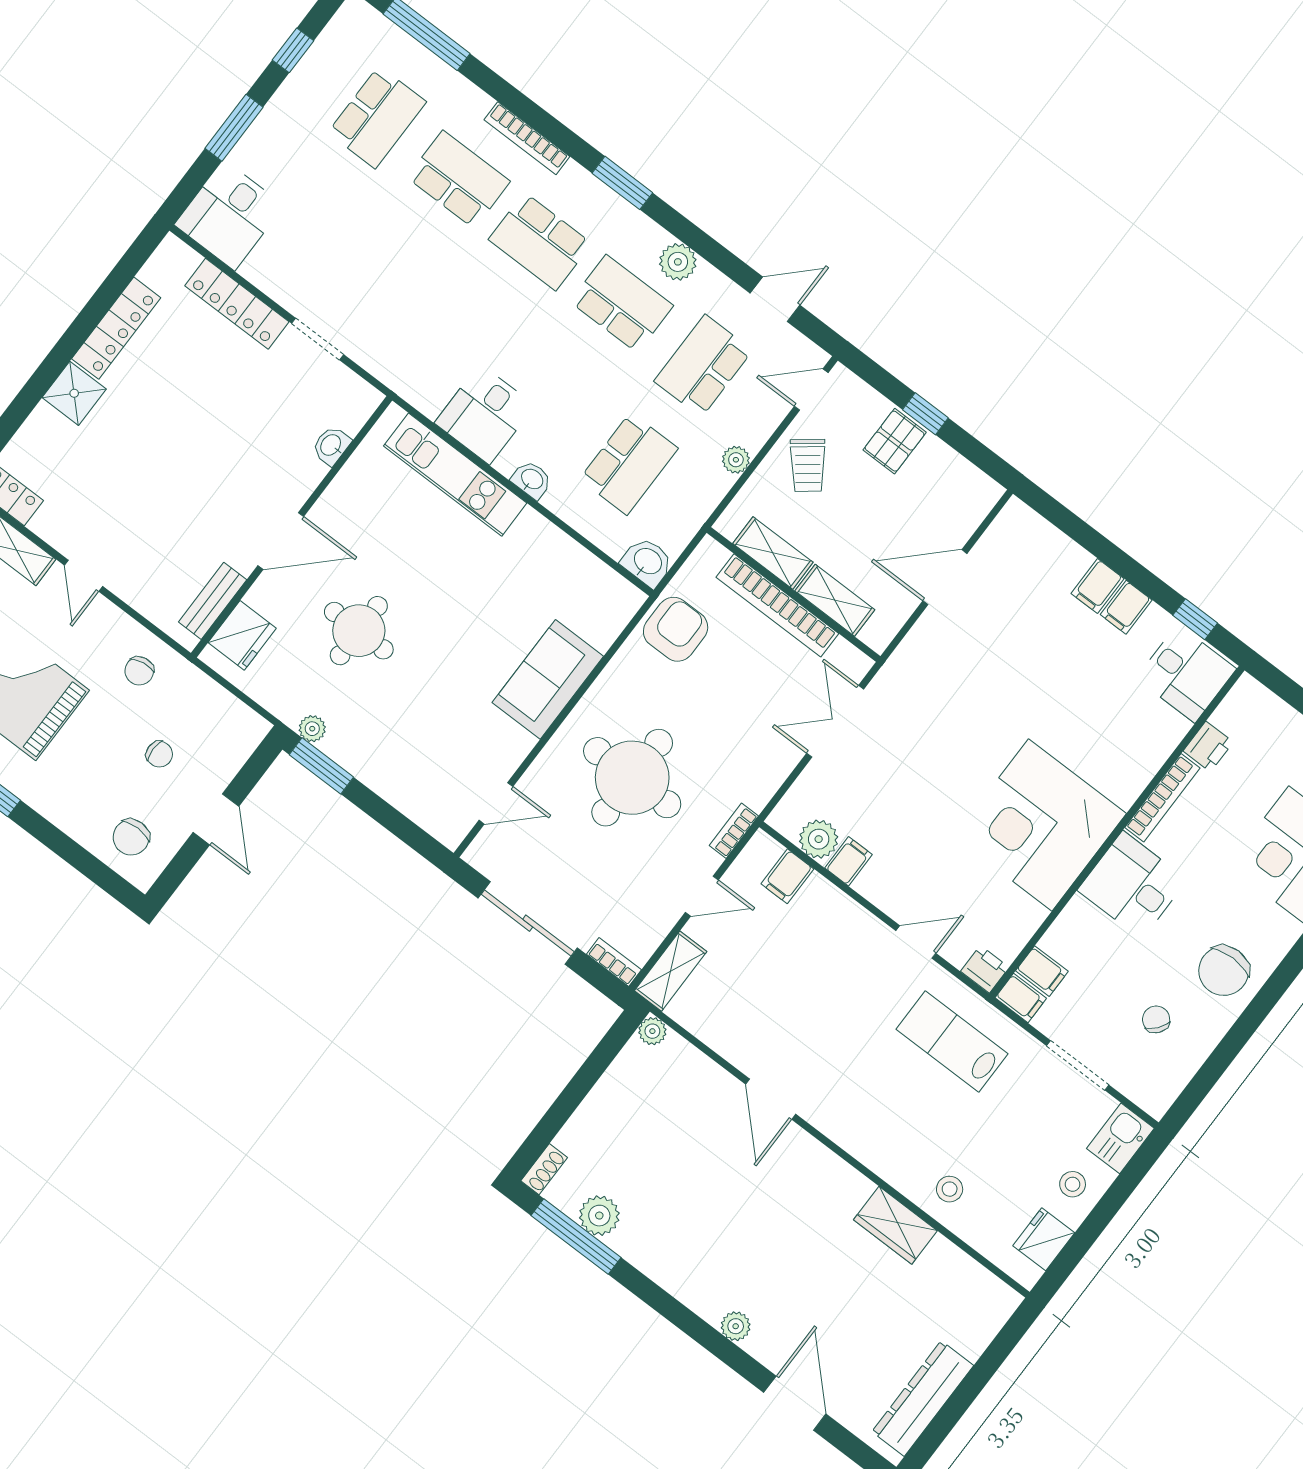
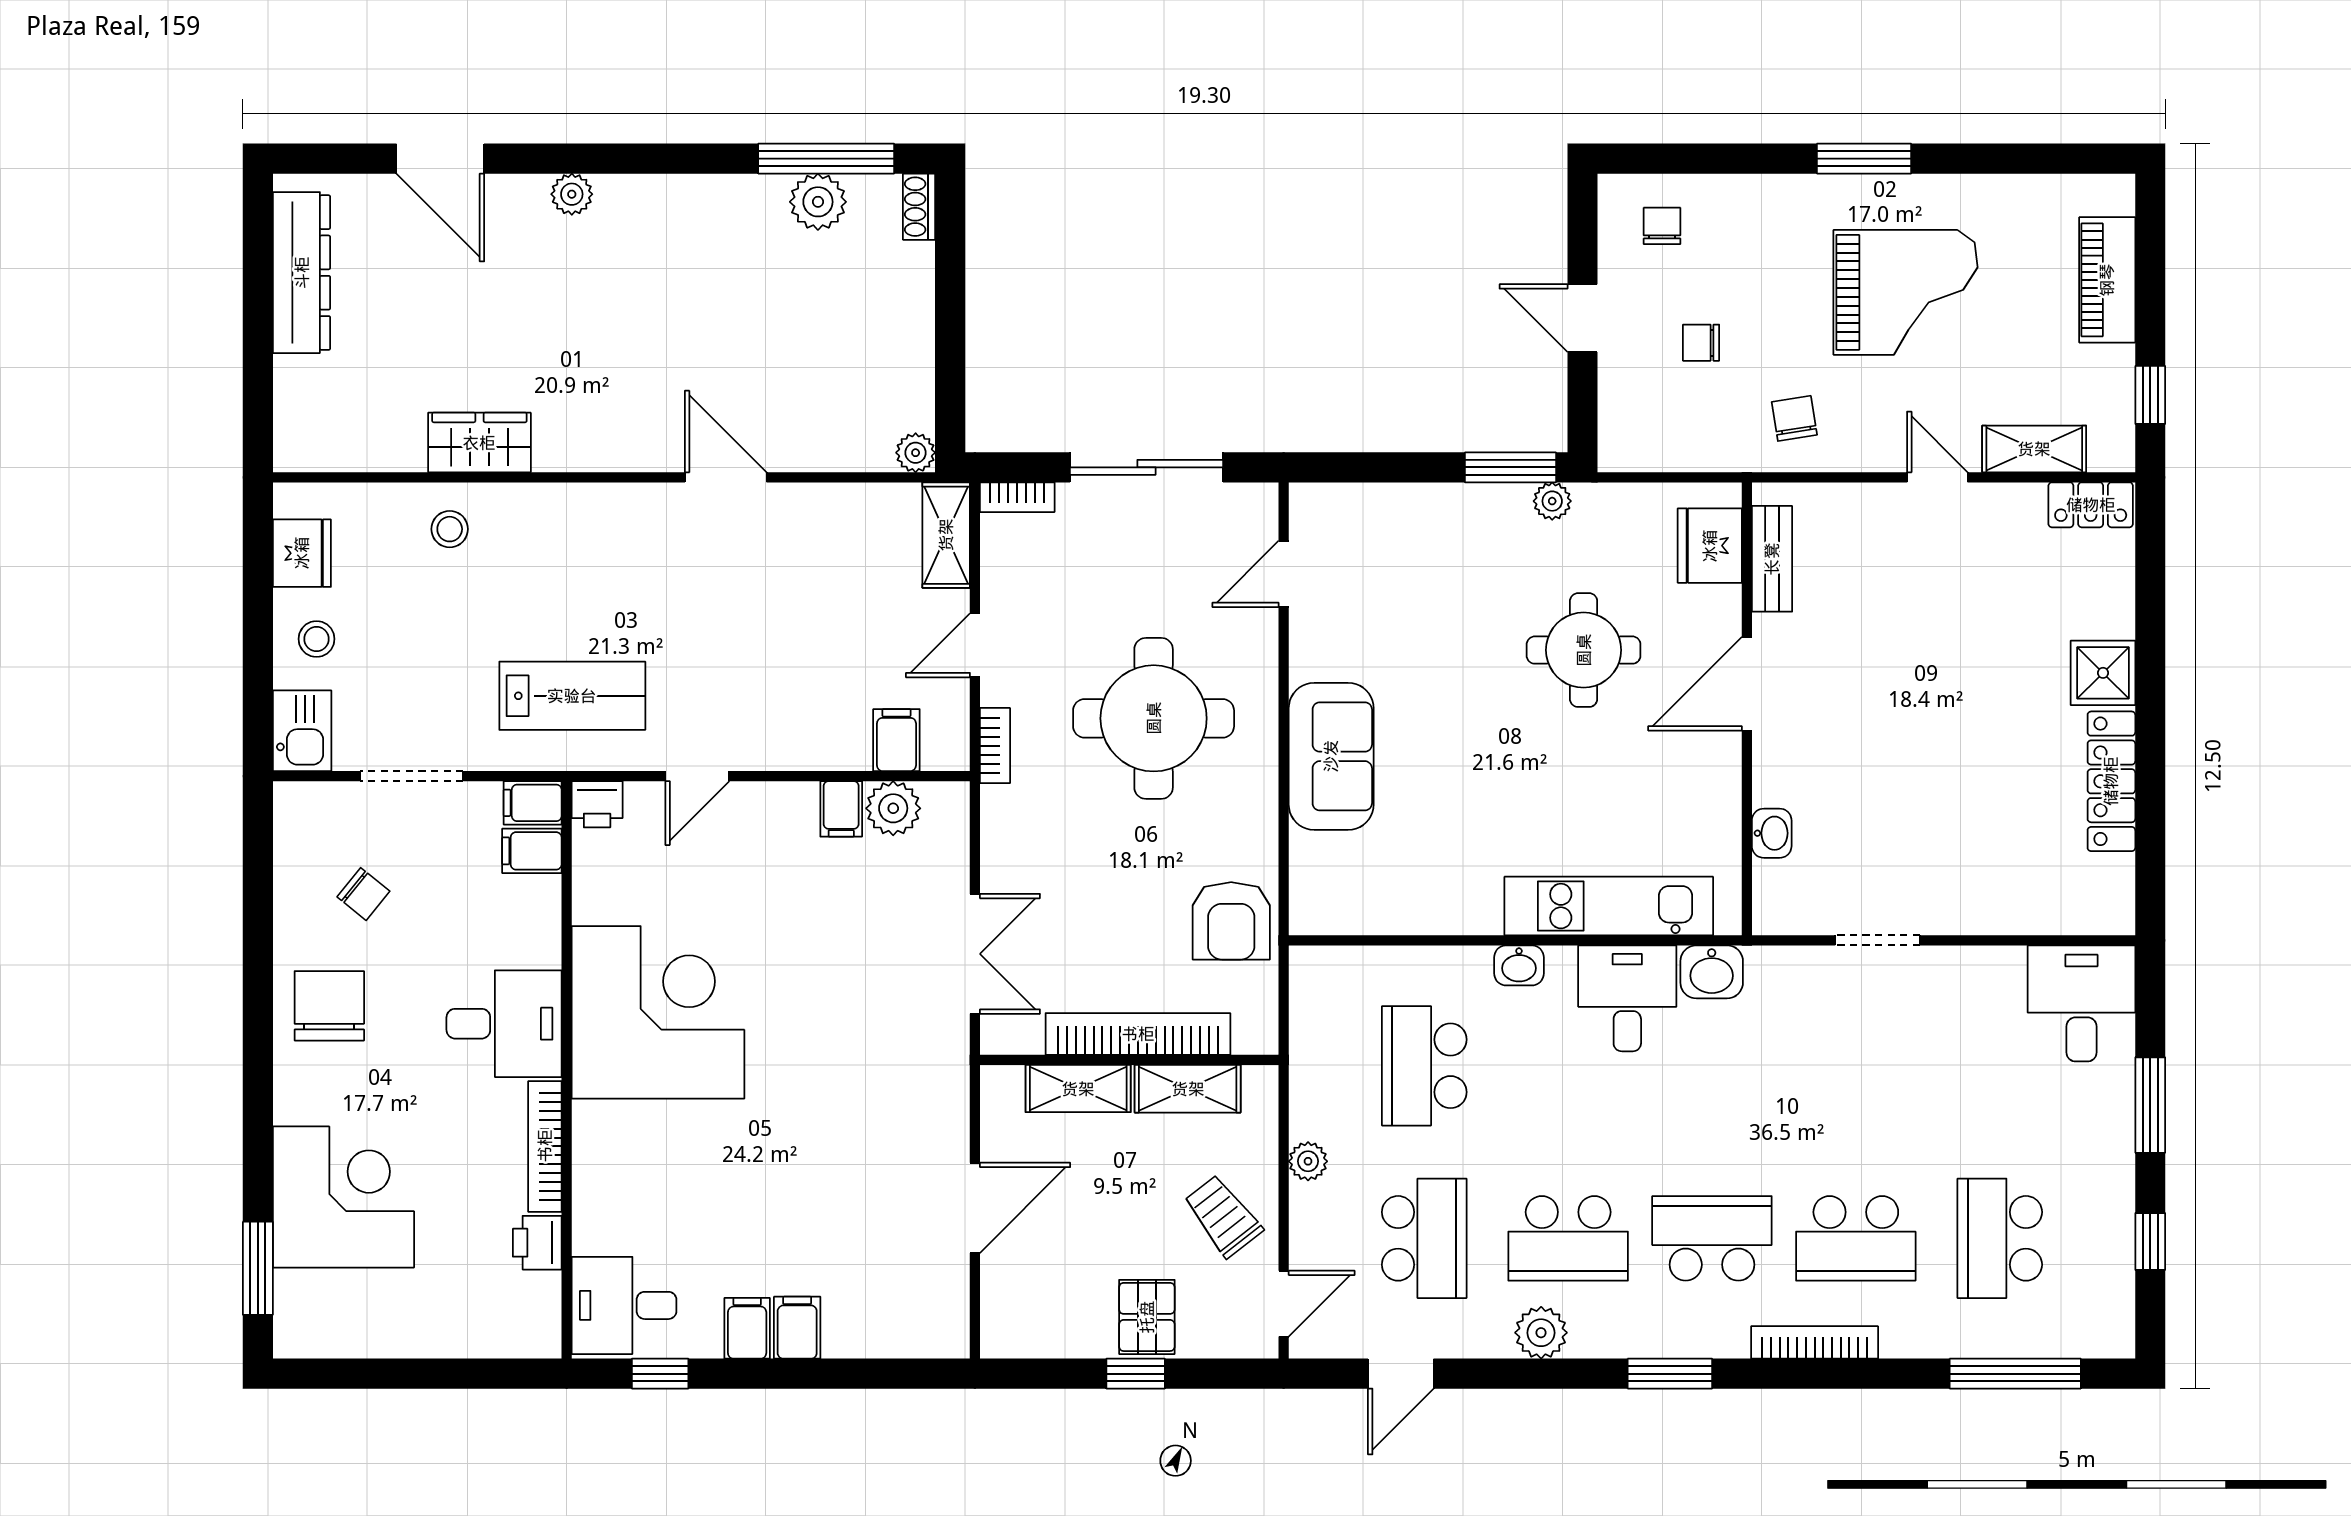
locker: (237, 304) -> (1998, 911), removed
washbasin: (647, 562) -> (1712, 972), moved
chair: (131, 837) -> (1662, 226), width x0.73, depth x0.73

